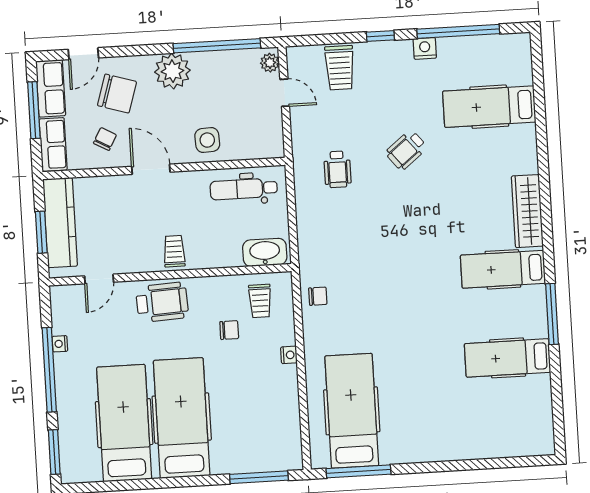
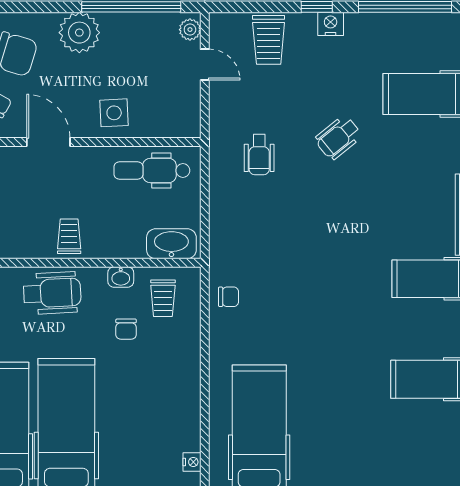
nightstand: (425, 48) -> (331, 24), moved
washbasin: (222, 284) -> (121, 277), added
chair: (229, 330) -> (126, 329), turned 90
nightstand: (289, 355) -> (192, 462), moved

